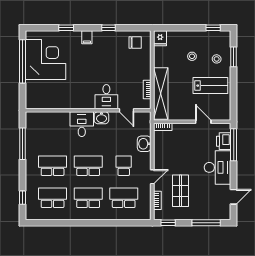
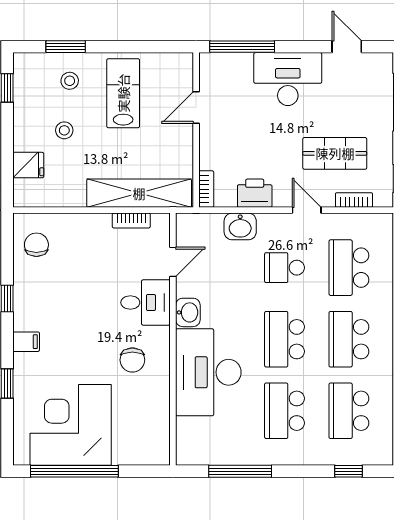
fridge: (160, 38) -> (28, 165), moved
chair: (78, 90) -> (132, 360), added
desk: (82, 124) -> (208, 372), width x1.87, depth x1.30
printer: (224, 141) -> (255, 193), moved, turned 180

